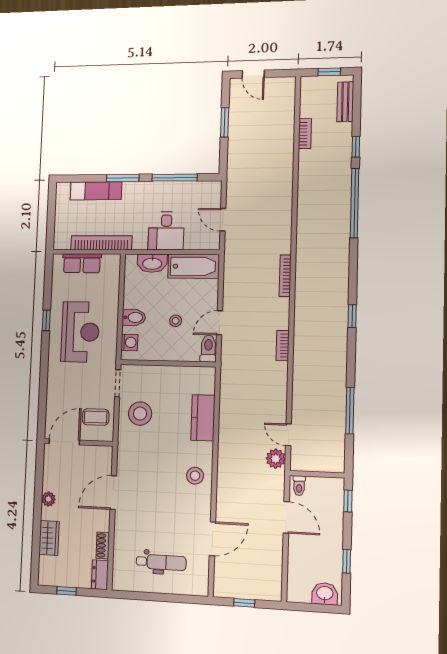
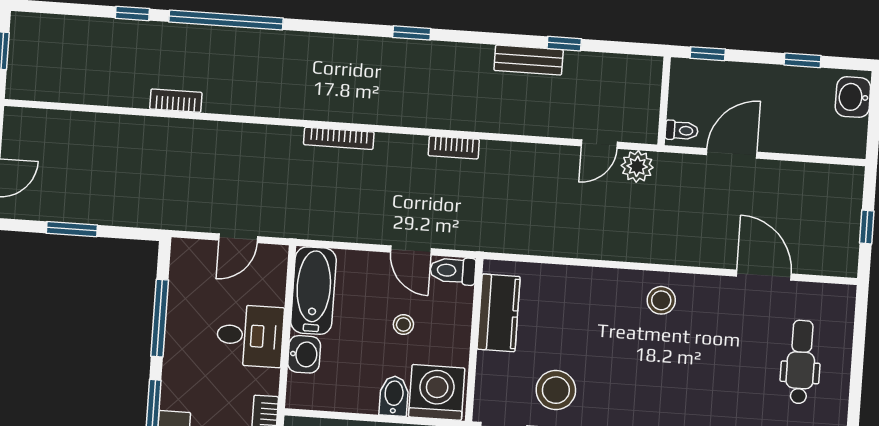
bench: (345, 102) -> (529, 60), moved
bookcase: (305, 134) -> (176, 101), moved
washbasin: (152, 263) -> (304, 354), width x0.72
washing machine: (129, 342) -> (437, 392), width x1.89, depth x1.89
window: (350, 411) -> (564, 44), width x0.46
kitchen counter: (203, 418) -> (499, 313), moved, turned -90

